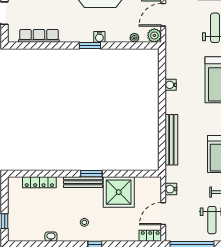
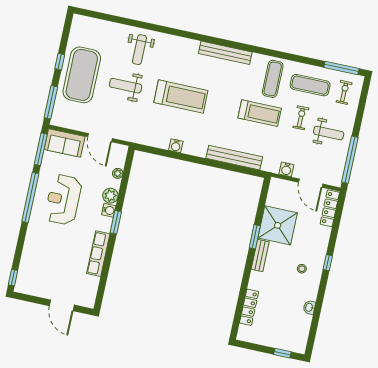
plant: (154, 35) -> (110, 196), moved
row of seats: (39, 36) -> (98, 254), moved
window: (91, 174) -> (255, 237), moved
bench: (83, 182) -> (260, 256), width x0.73
locker: (150, 236) -> (330, 208), width x1.53

